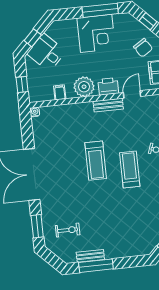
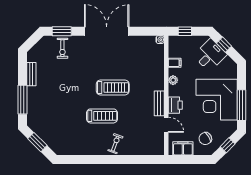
corner desk: (96, 33) -> (217, 100), width x1.36, depth x1.36
plant: (84, 87) -> (173, 80), width x0.53, depth x0.53
treadmill: (96, 161) -> (113, 87), turned 180
exercise bike: (68, 230) -> (62, 48), moved
window: (96, 266) -> (22, 100), moved

